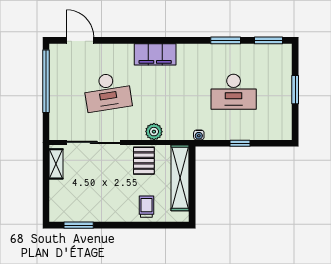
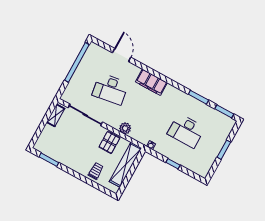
door: (80, 40) -> (122, 55), moved

